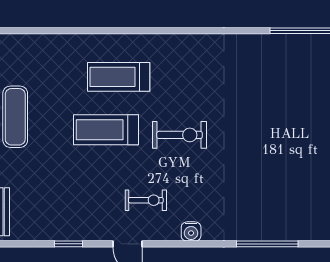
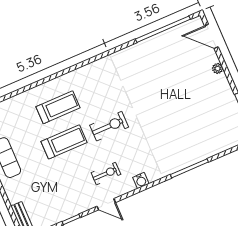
treadmill: (119, 77) -> (58, 107), turned 180
treadmill: (106, 130) -> (64, 142), turned 180

